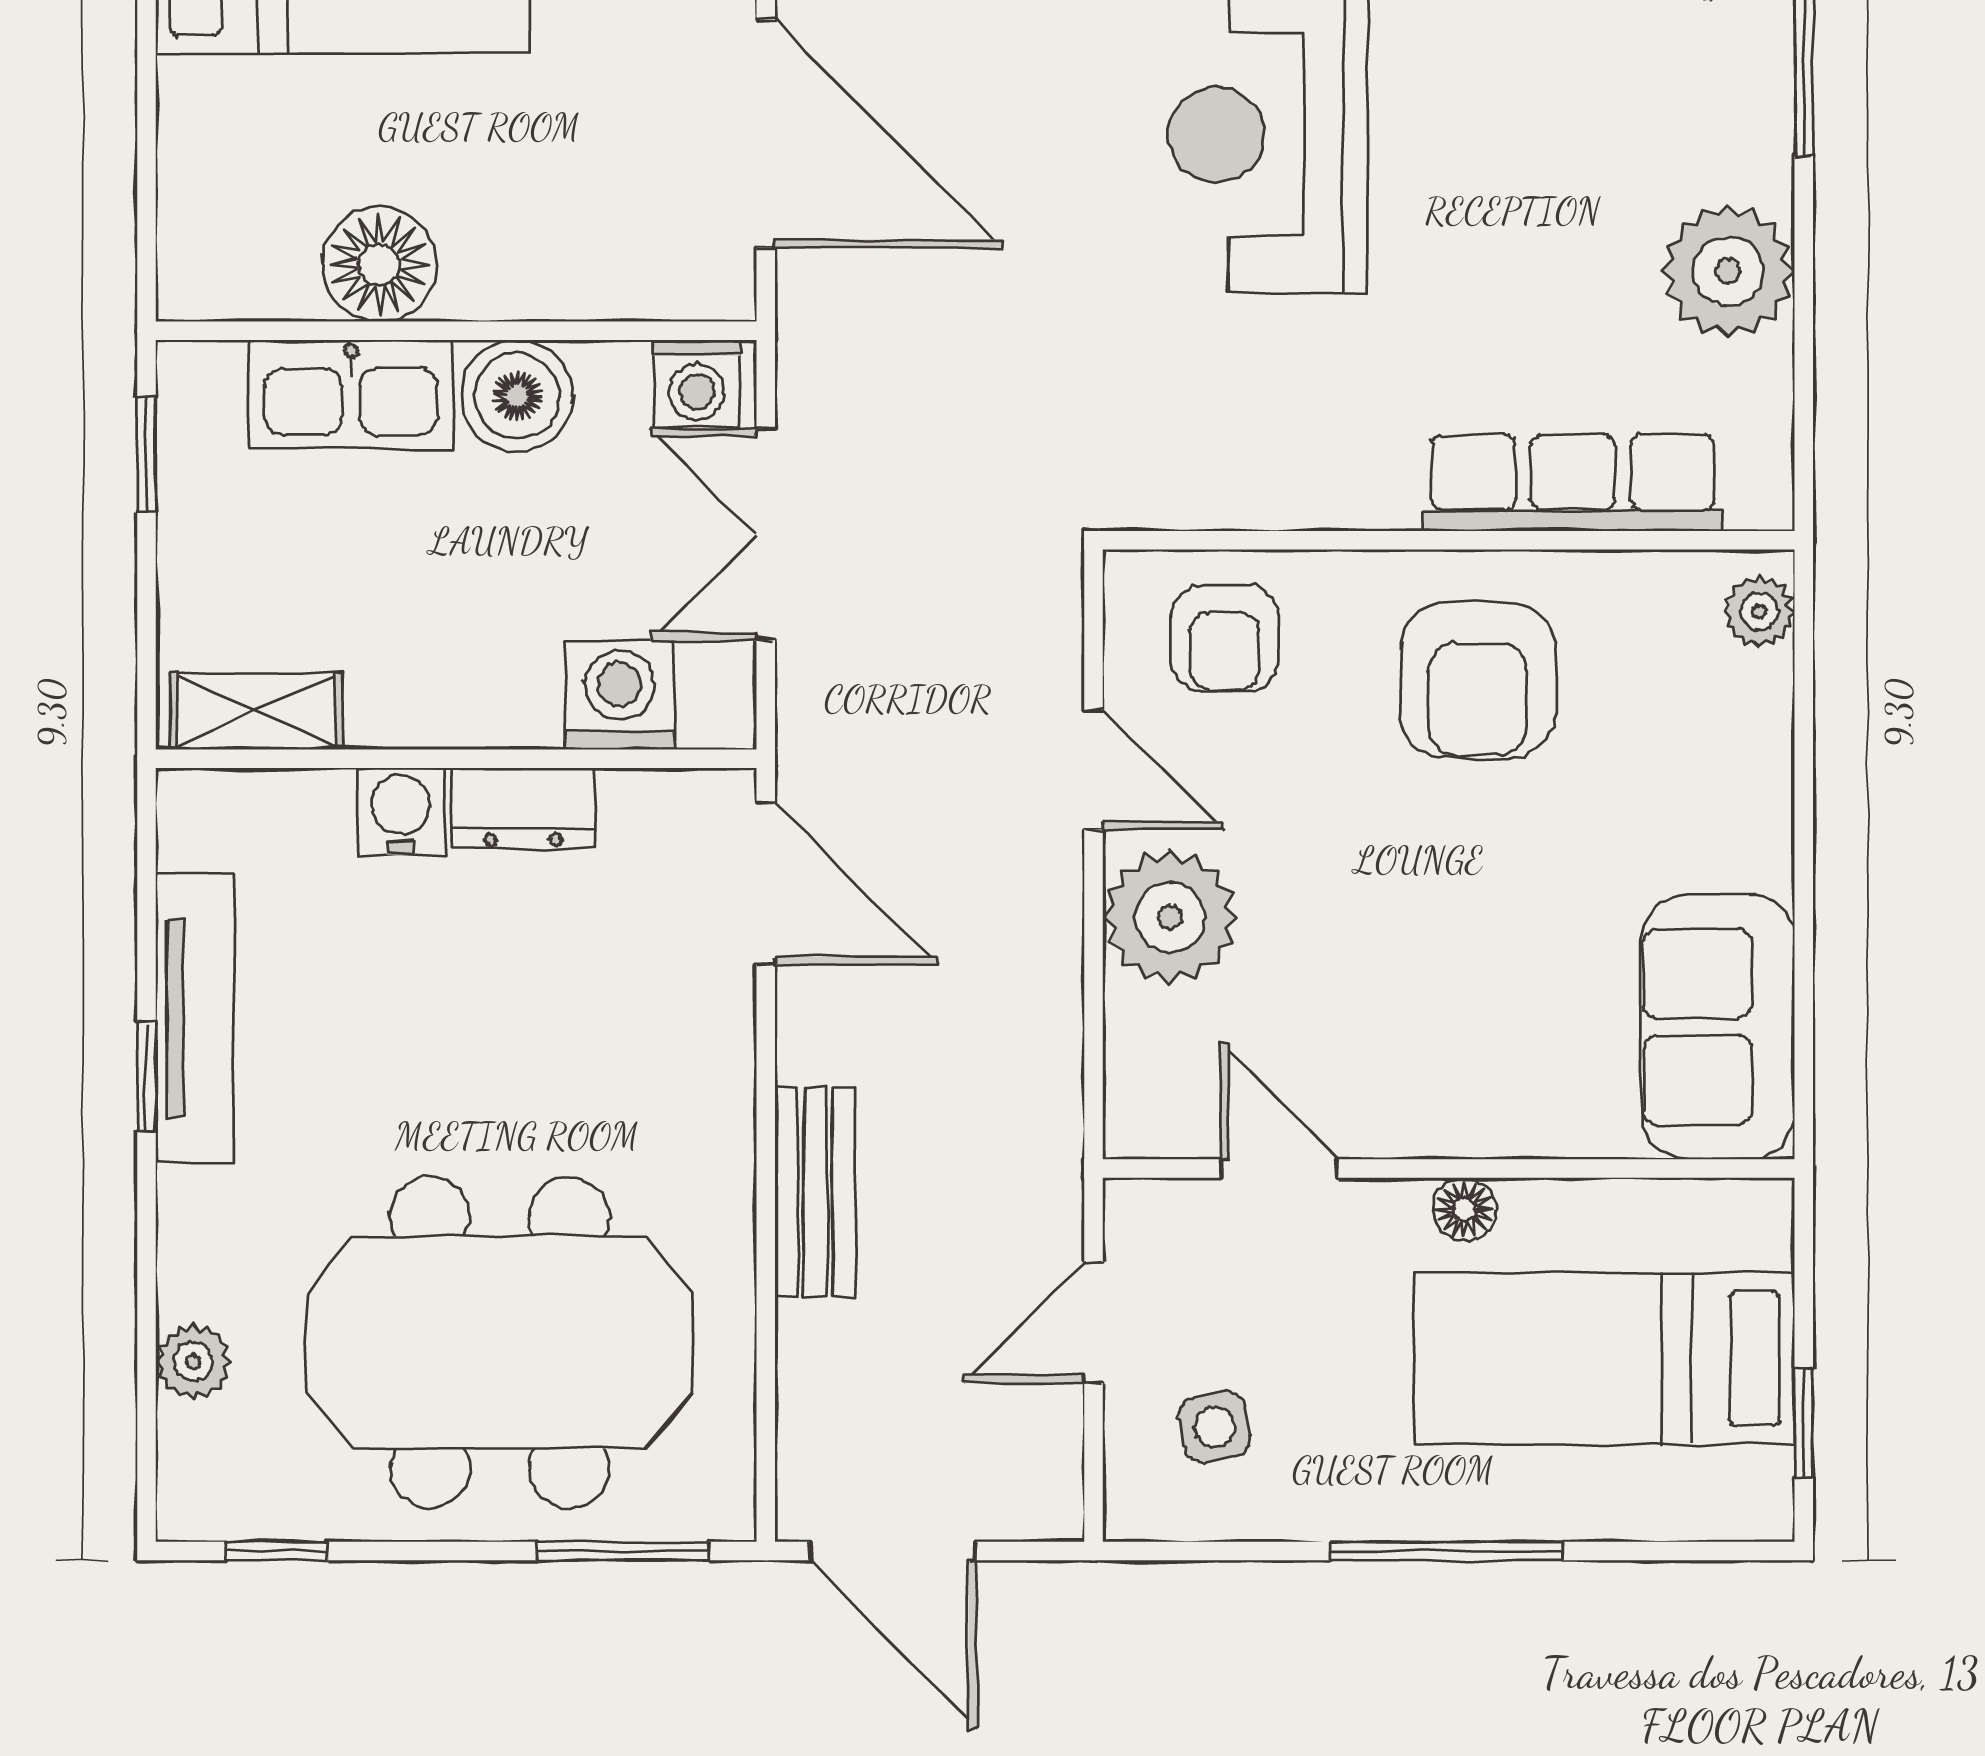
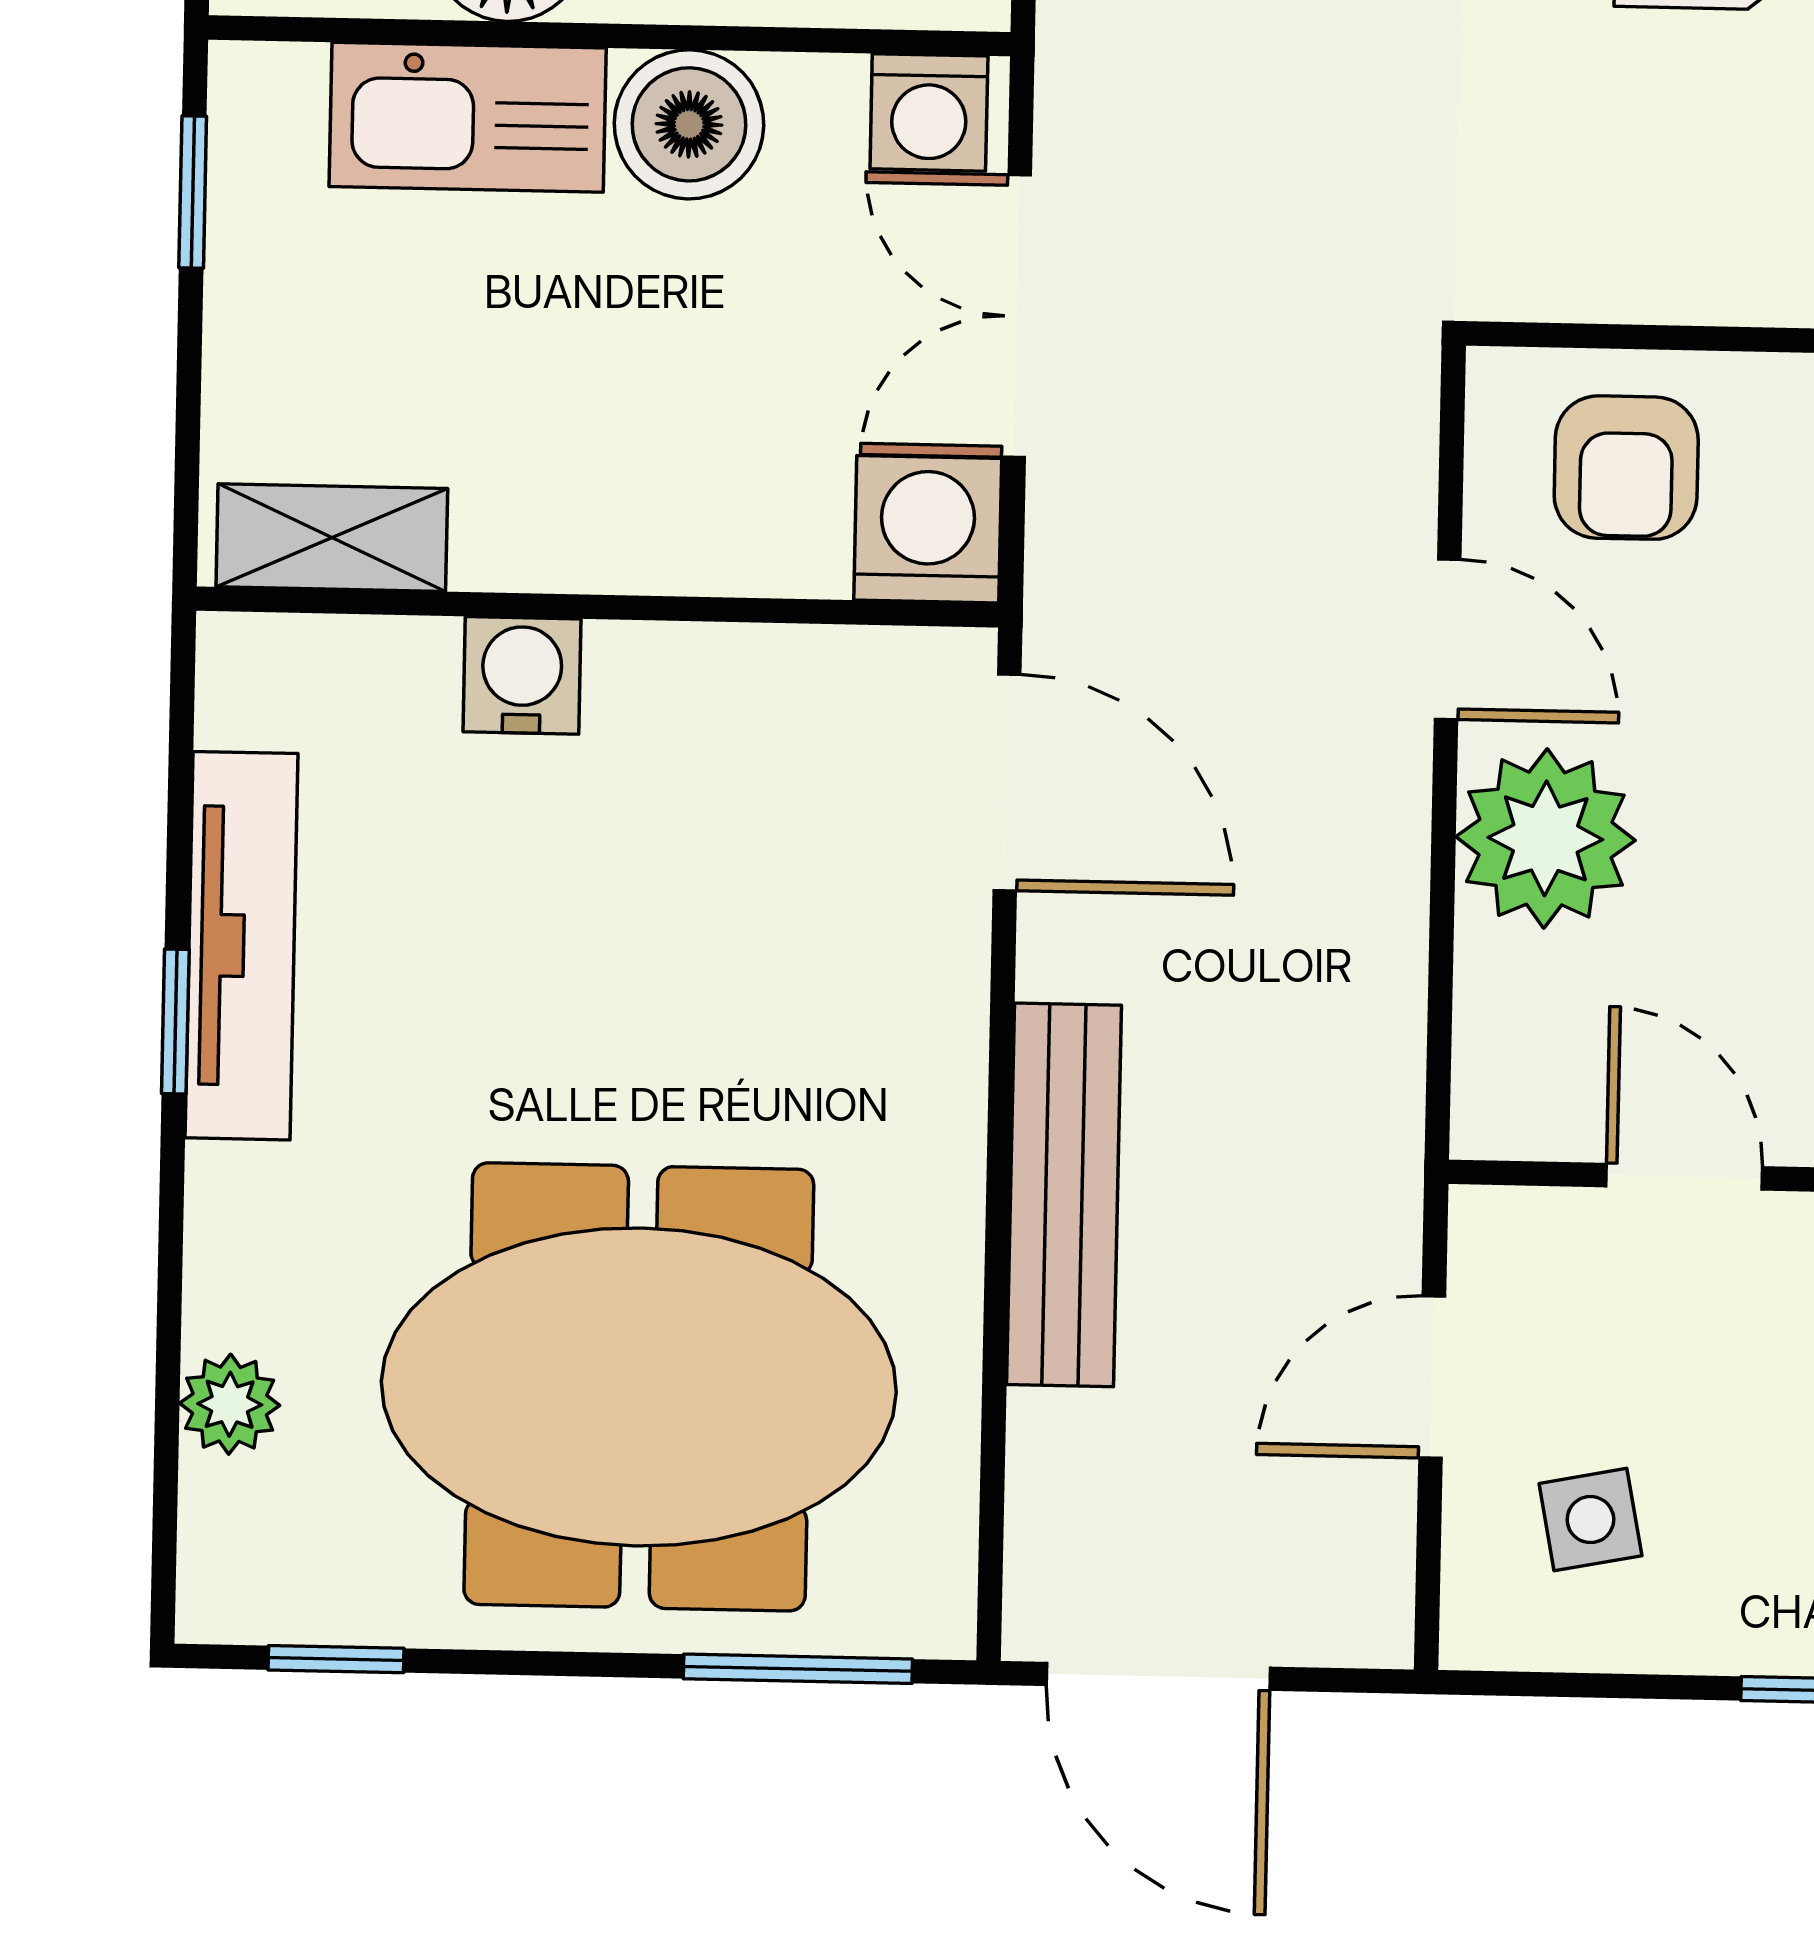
washing machine: (620, 695) -> (928, 529), moved
dresser: (523, 808) -> (685, 675), removed
bench: (815, 1192) -> (1064, 1195), width x1.36

